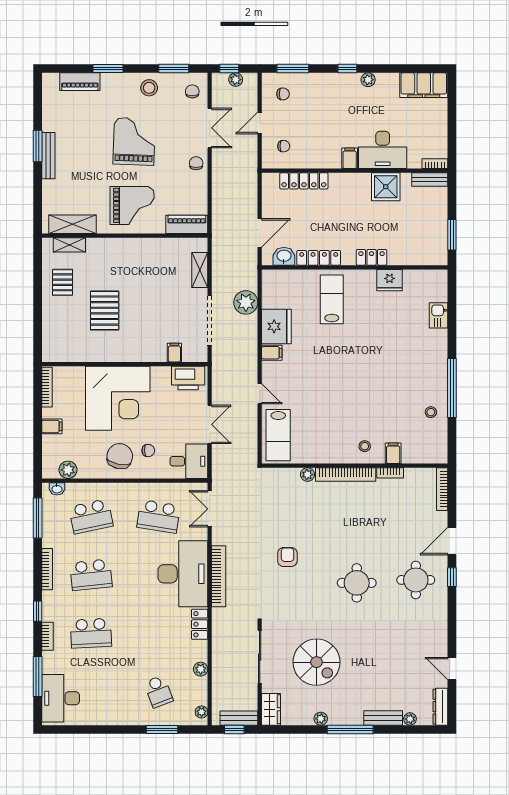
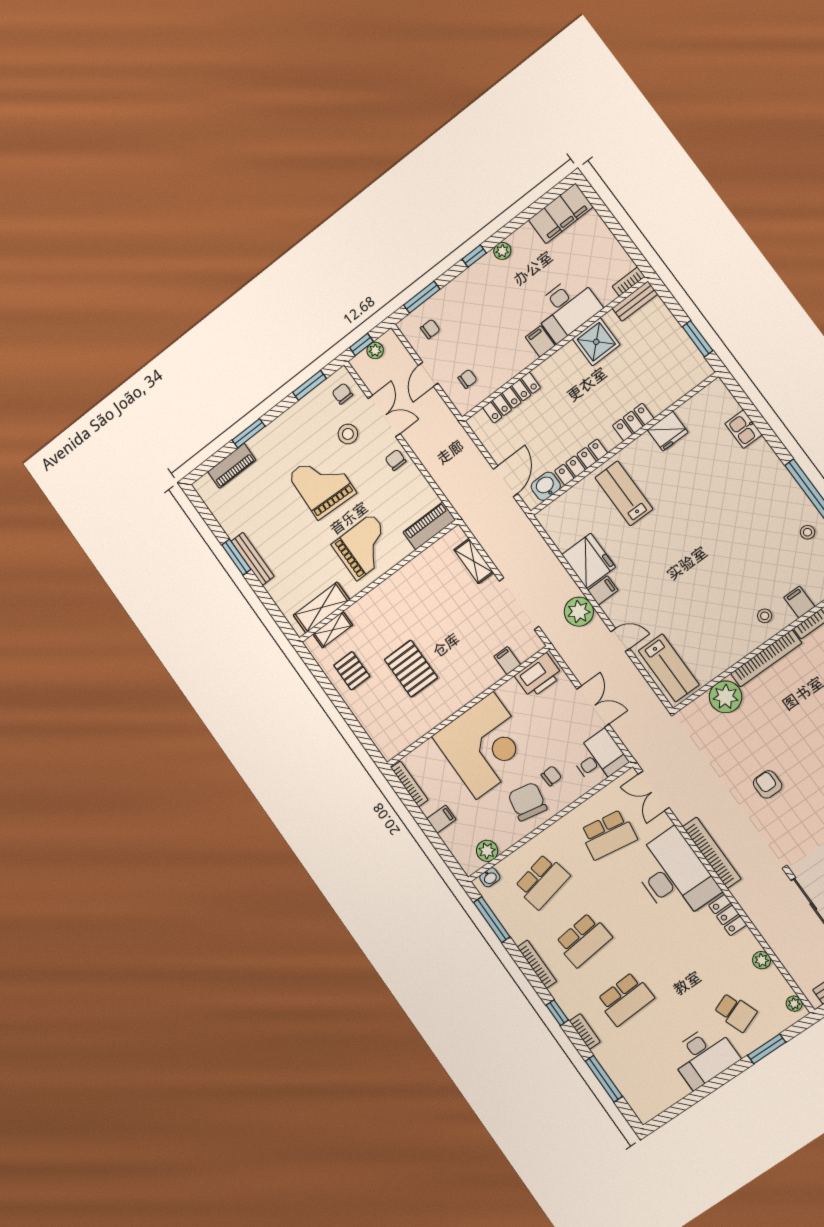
stool: (149, 88) -> (348, 434), moved
plant: (246, 302) -> (579, 612), moved
plant: (307, 475) -> (726, 697), width x1.87, depth x1.87
desk: (61, 698) -> (704, 1056), moved, turned -90

